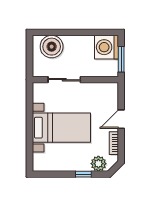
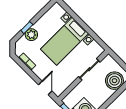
door: (121, 119) -> (45, 88), moved
plant: (98, 164) -> (31, 35), moved

